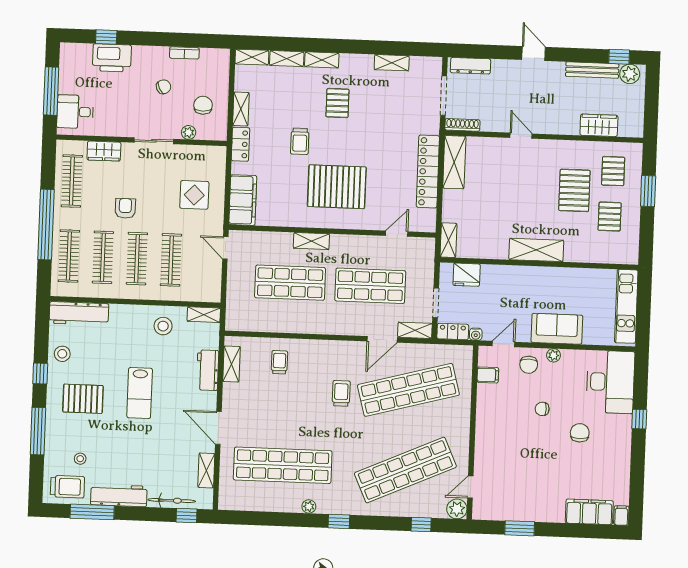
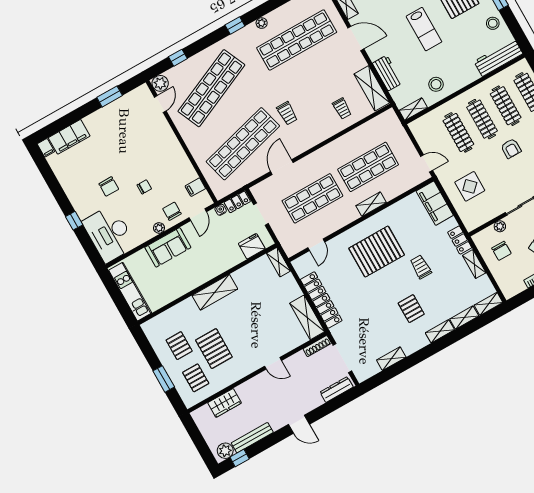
shelving: (415, 330) -> (263, 187), removed
shelving: (232, 364) -> (372, 88), width x1.50, depth x1.33
lab bench: (140, 393) -> (424, 29), turned 180

